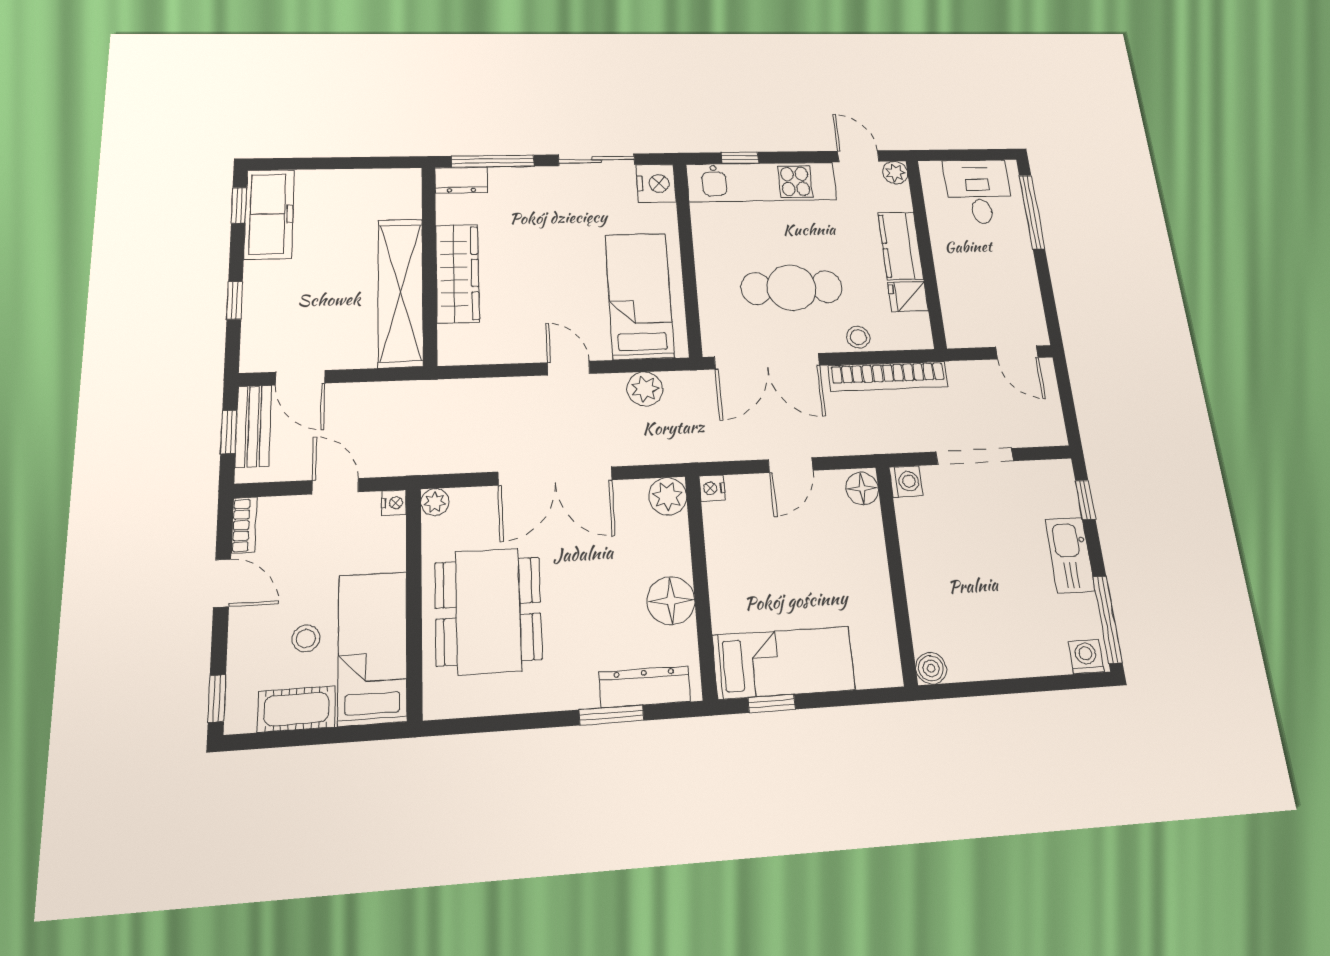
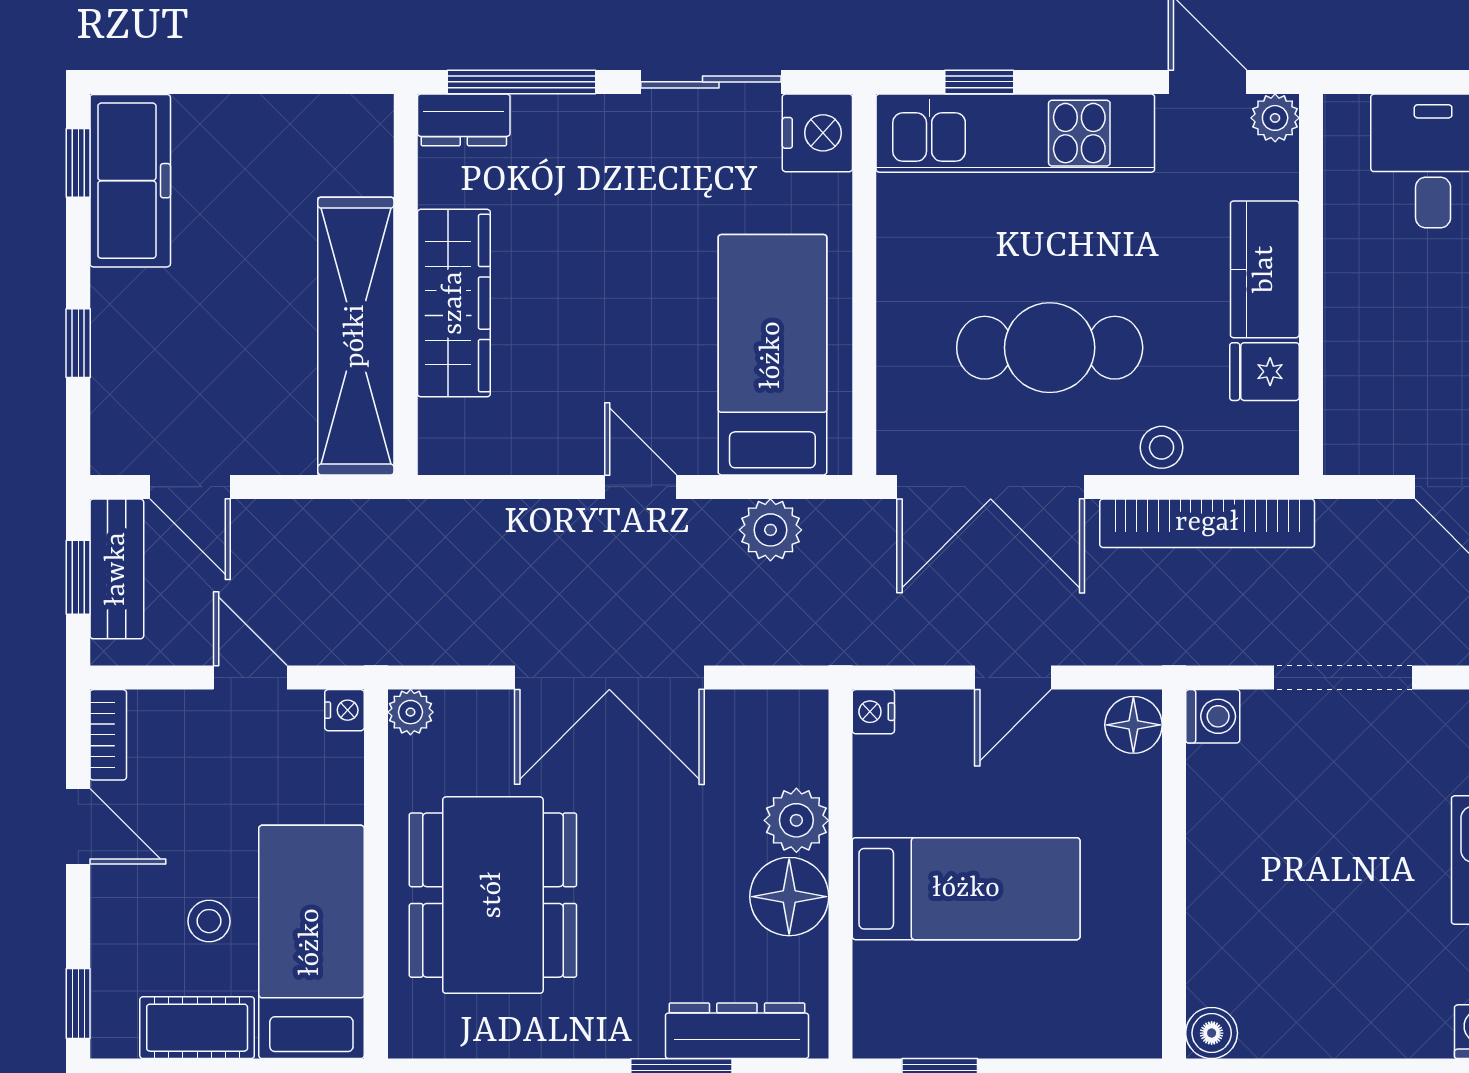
plant: (668, 496) -> (796, 820), moved
bed: (784, 662) -> (966, 889), moved

